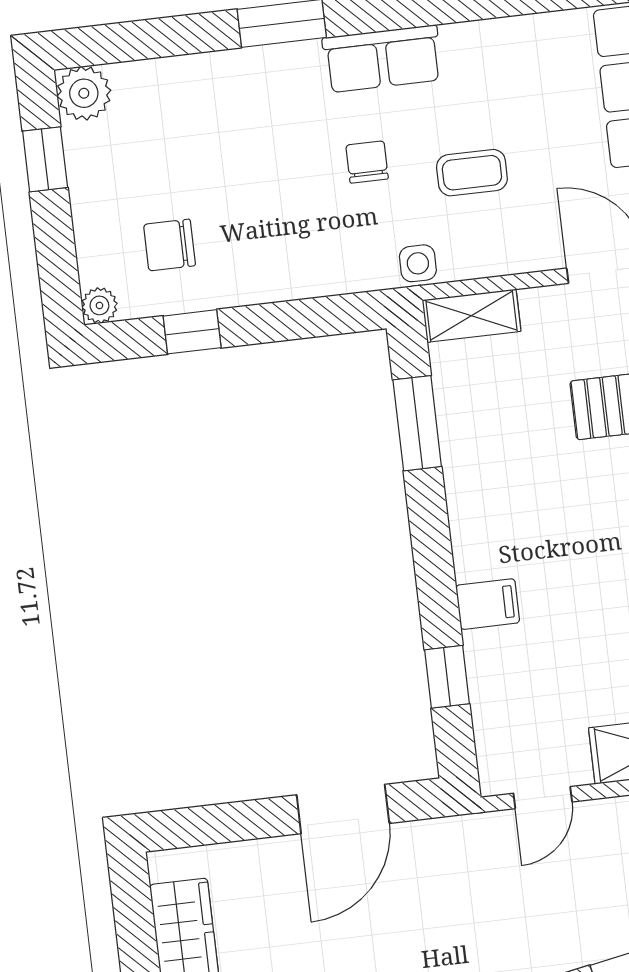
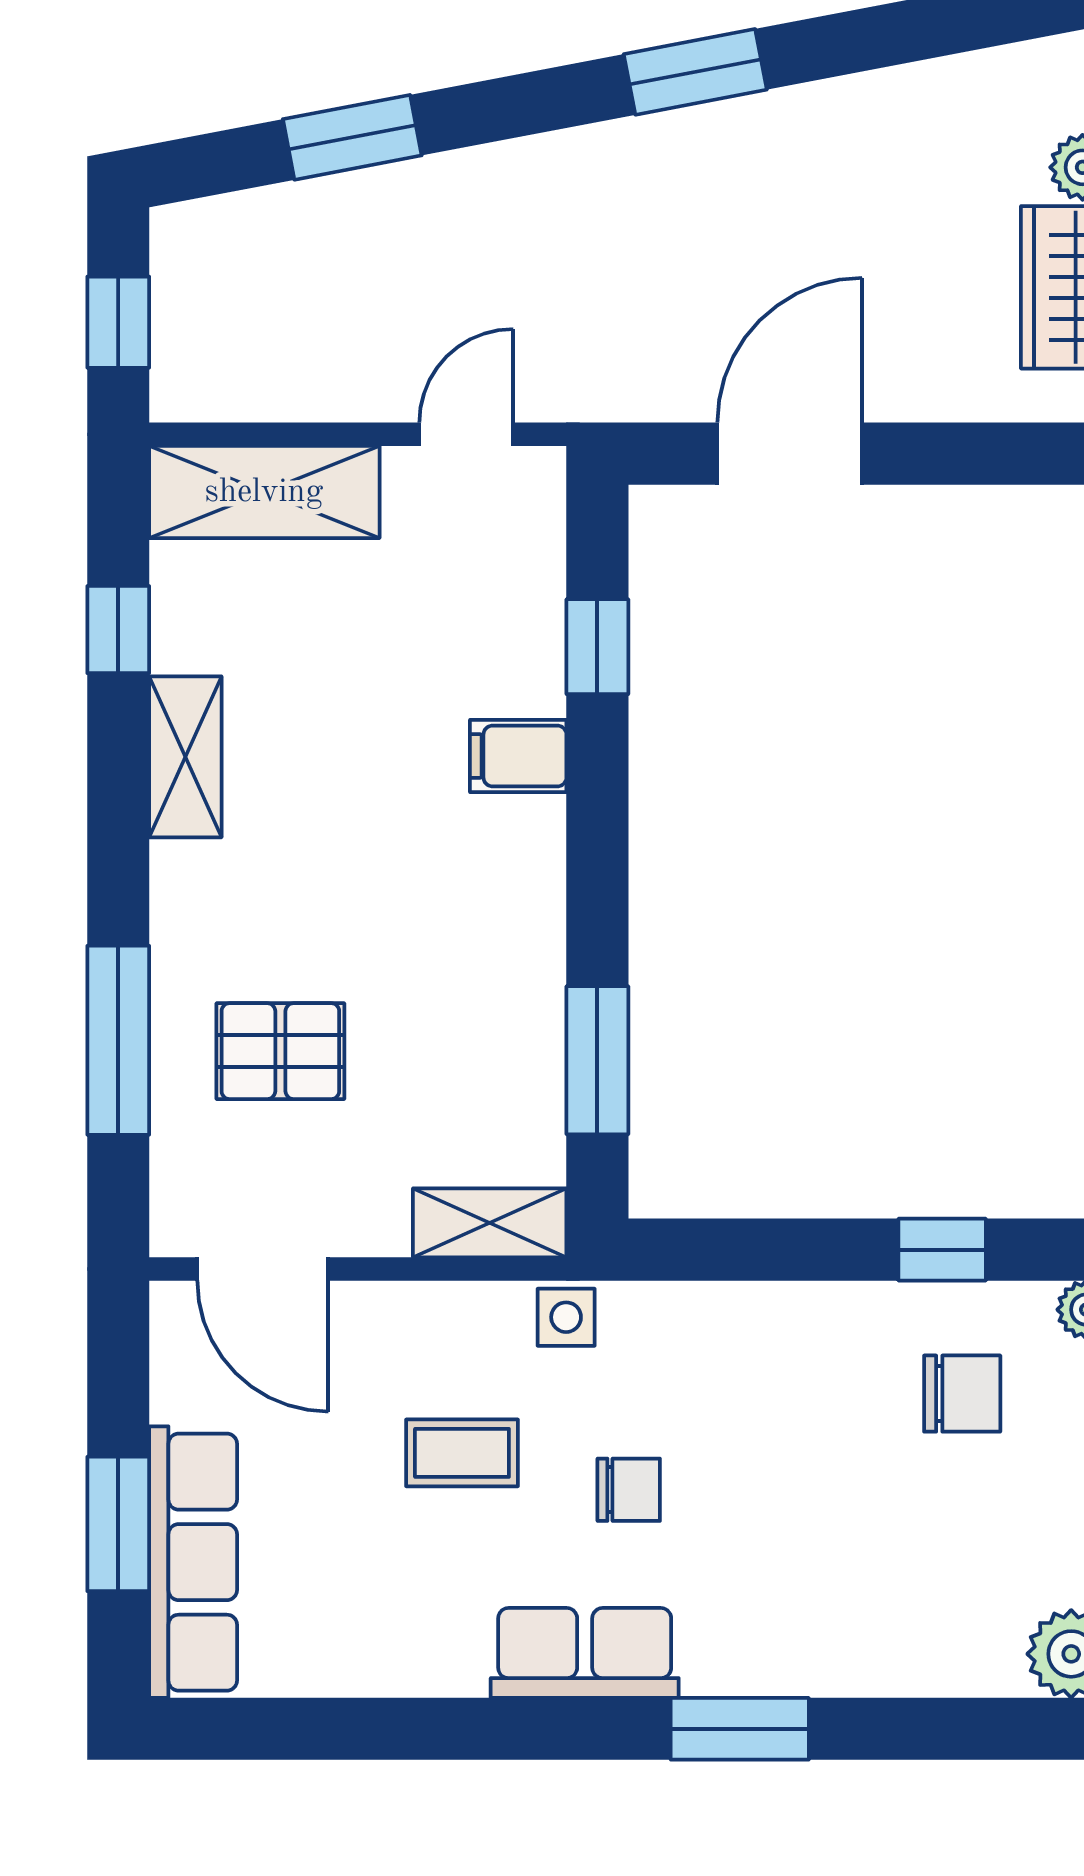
chair: (367, 162) -> (629, 1490), turned -90

